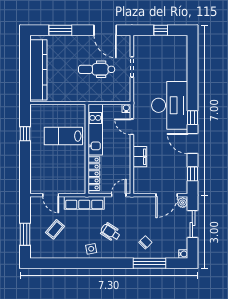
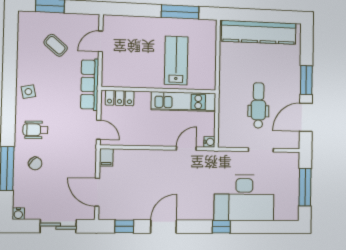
window: (60, 30) -> (306, 80), moved
window: (161, 30) -> (305, 187), width x2.17
desk: (170, 105) -> (244, 198), moved
window: (192, 118) -> (221, 227), moved
window: (25, 134) -> (180, 12), width x2.17
filing cabinet: (140, 157) -> (106, 157), moved, width x0.50
locker: (94, 174) -> (120, 98), width x0.66
plant: (183, 203) -> (87, 213), removed
wheelchair: (110, 232) -> (35, 130), moved, turned -123

